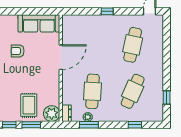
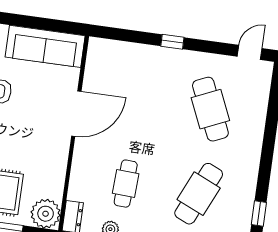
cafe table: (133, 45) -> (210, 109), turned -36
cafe table: (93, 91) -> (126, 184), width x0.73, depth x0.74

